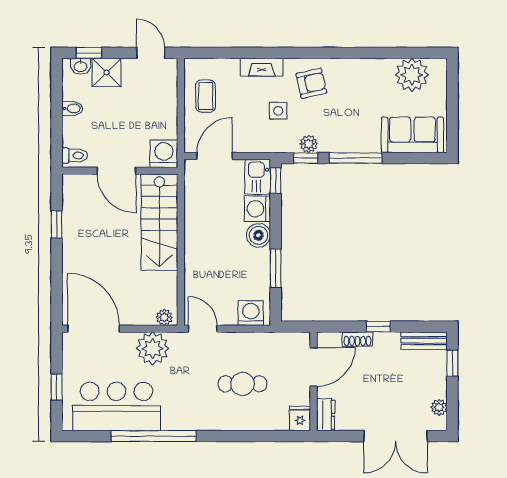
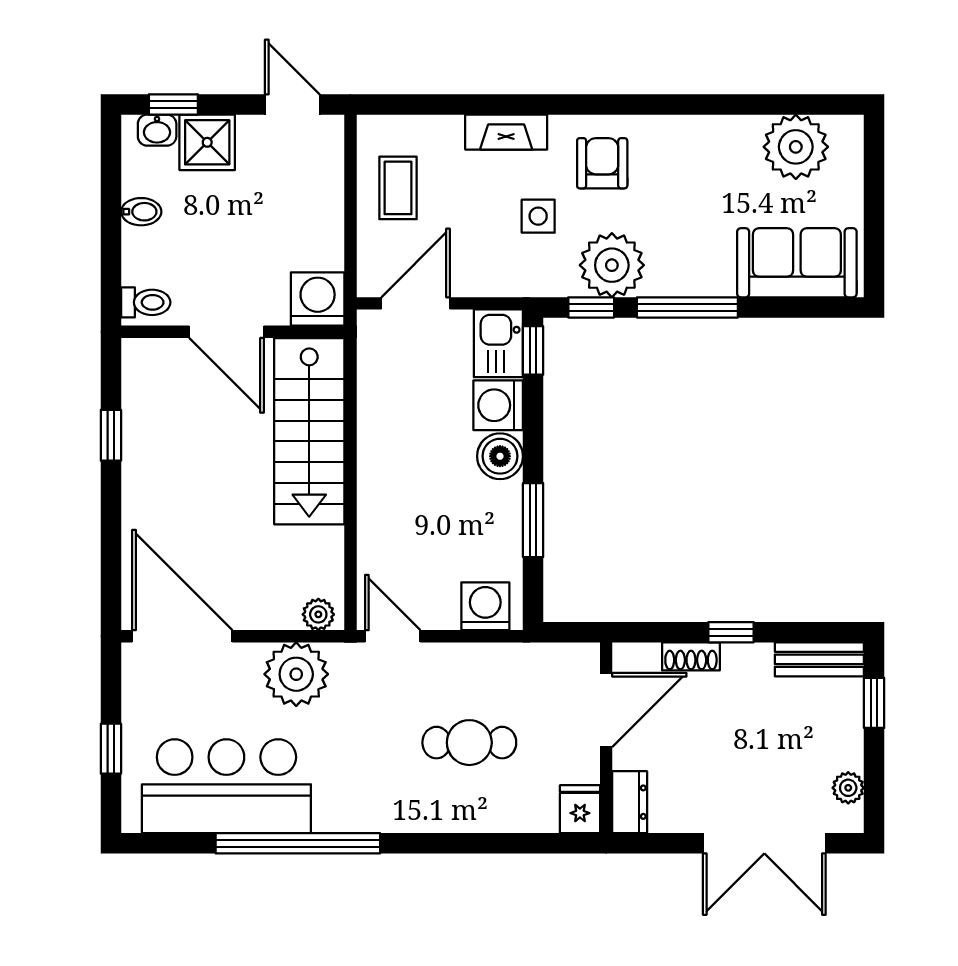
armchair: (311, 83) -> (602, 163), turned -77
plant: (309, 144) -> (612, 265), width x1.87, depth x1.87

